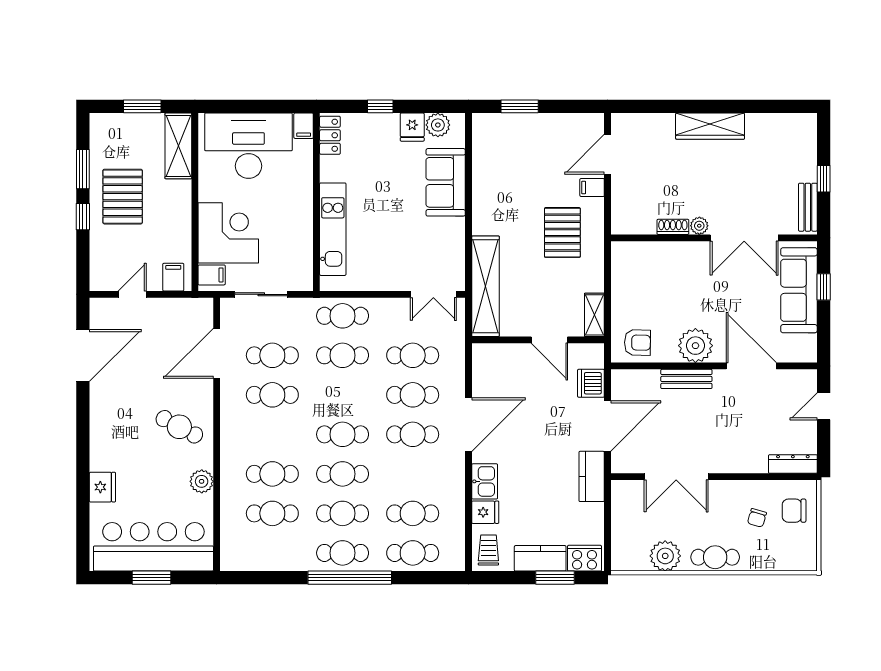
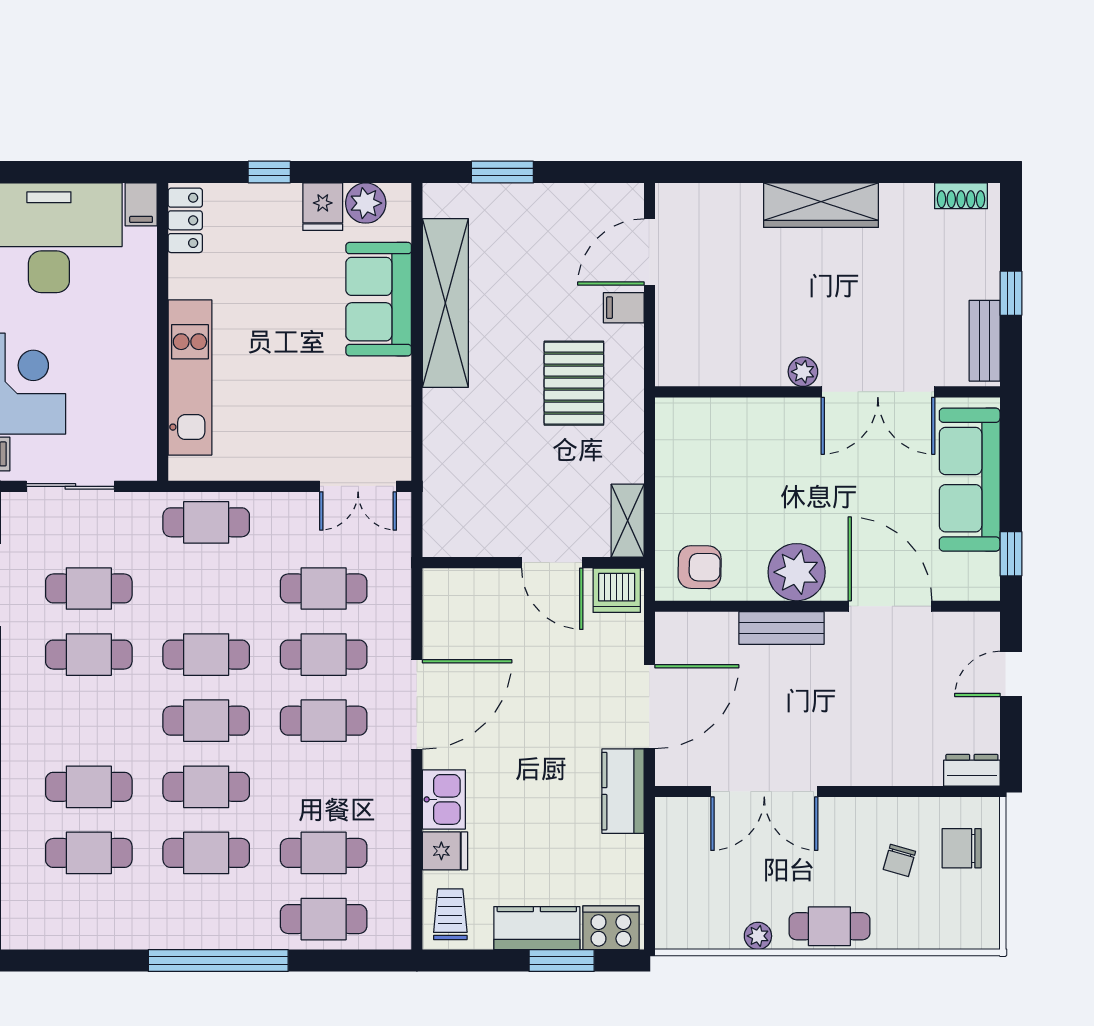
shoe rack: (673, 227) -> (961, 196), moved, turned 180
shelving: (485, 286) -> (445, 303), moved
window: (824, 287) -> (1011, 554), moved
cafe table: (343, 355) -> (206, 655), moved
dishwasher: (591, 383) -> (617, 590), moved, turned -90
dresser: (793, 464) -> (972, 770), width x0.70
cafe table: (343, 553) -> (206, 919), removed
plant: (665, 556) -> (758, 936), width x0.53, depth x0.53

